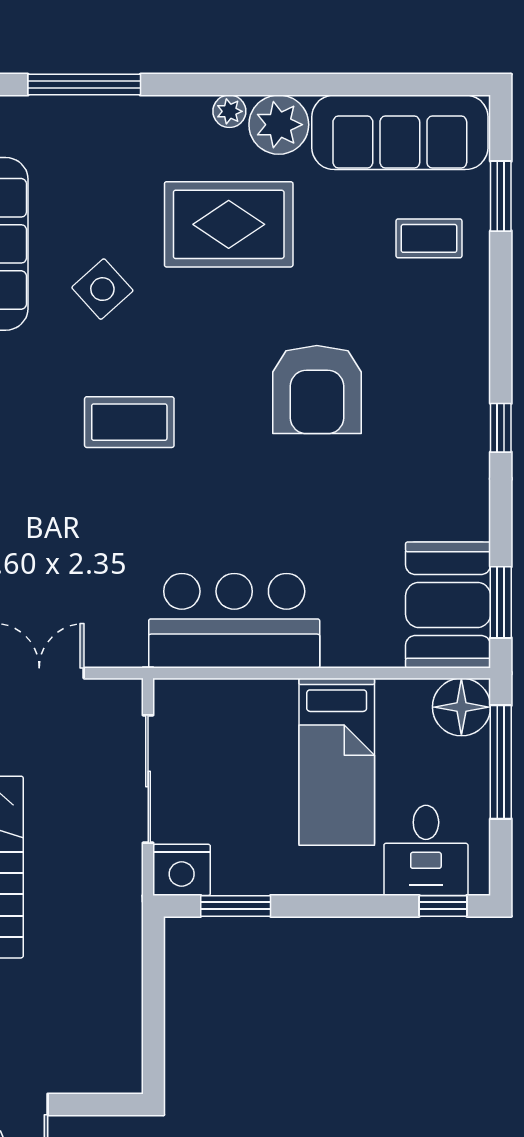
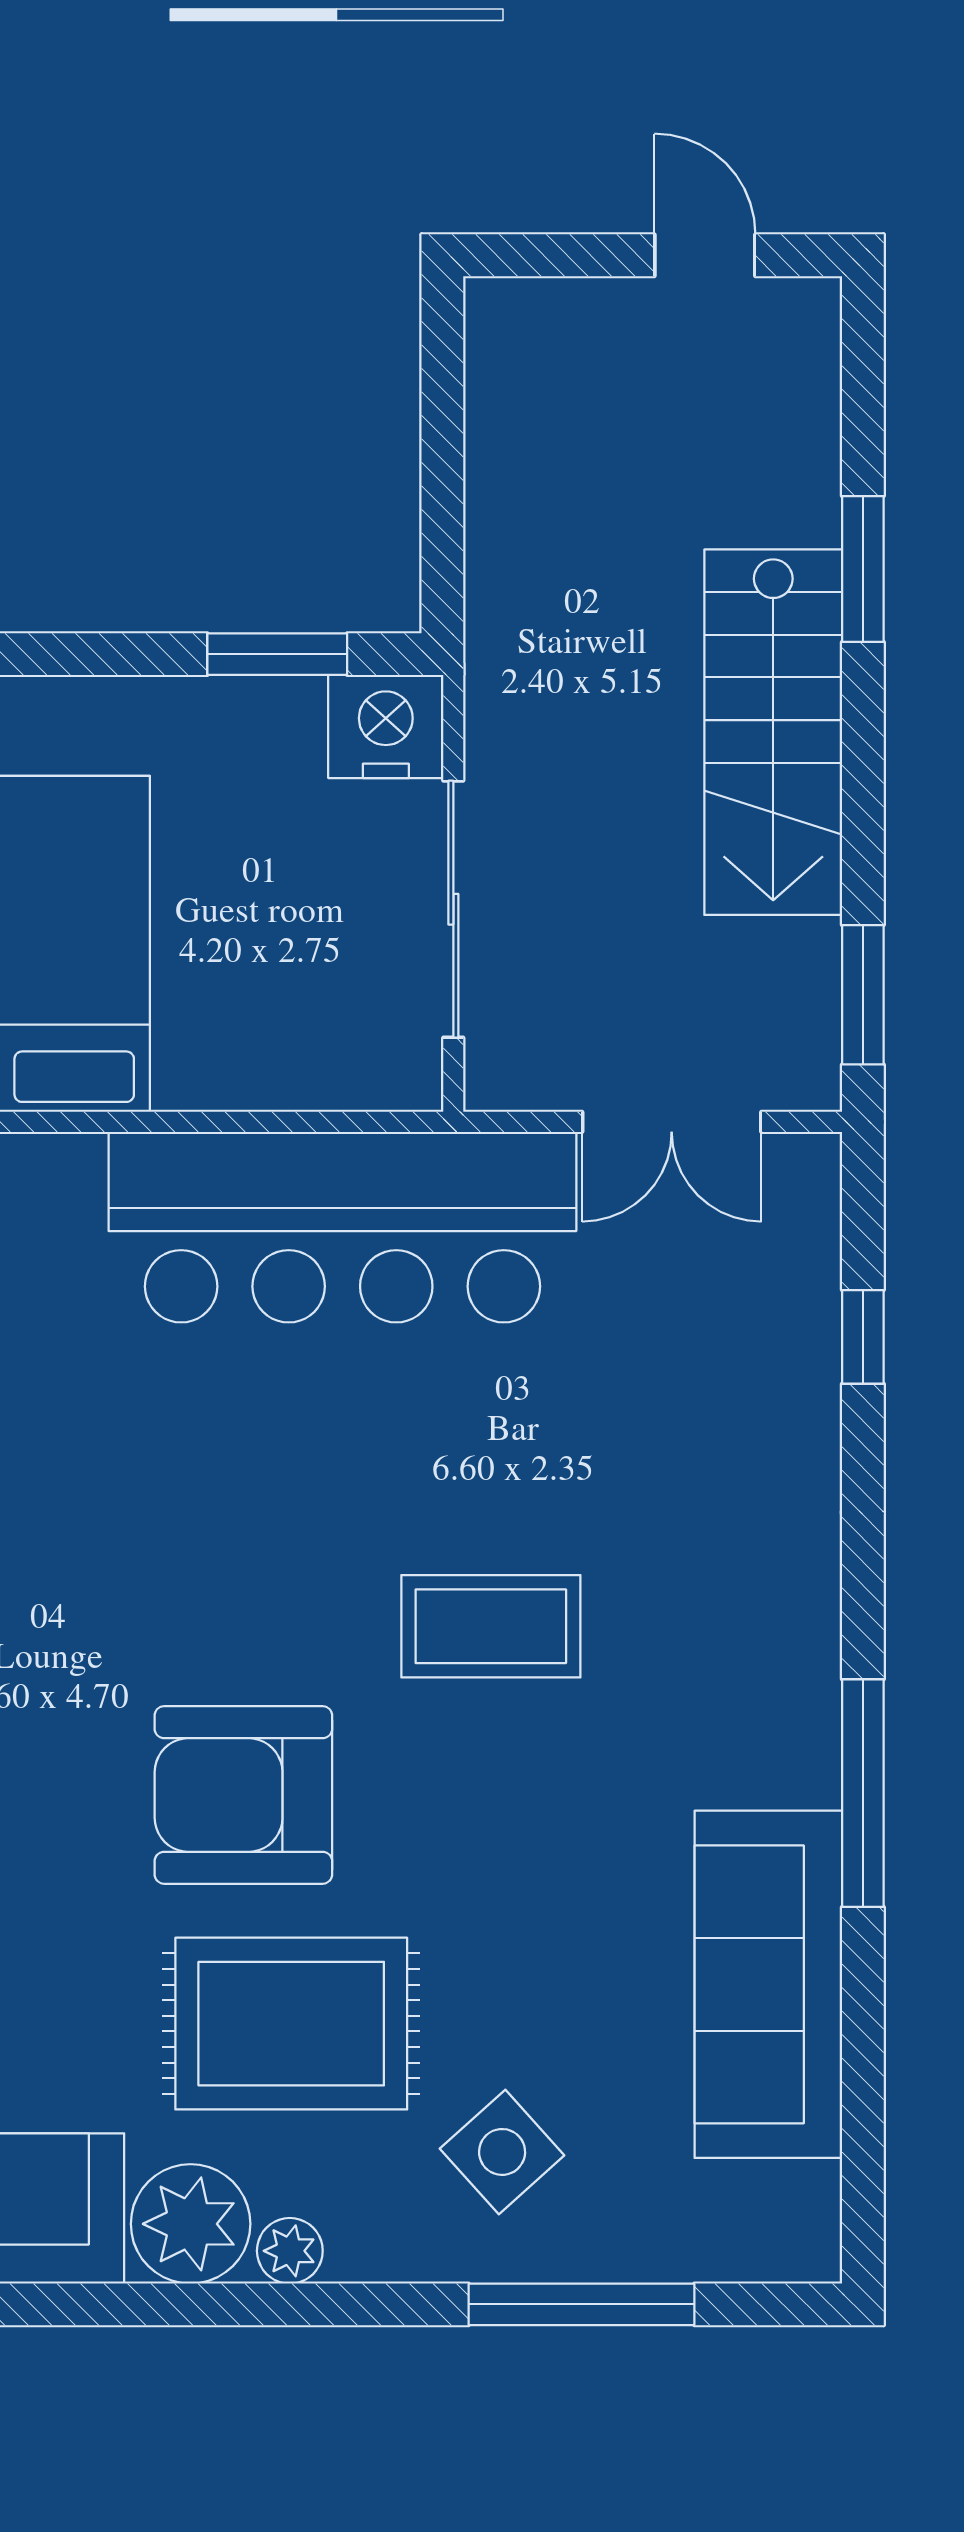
side table: (102, 289) -> (502, 2152), moved
armchair: (317, 390) -> (243, 1795), moved, turned -90
bar counter: (234, 621) -> (342, 1227), width x1.36

